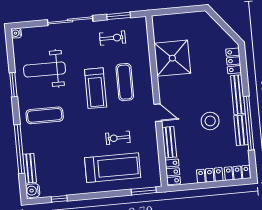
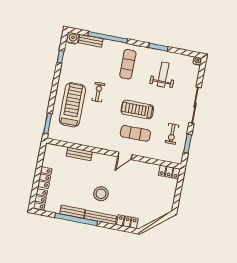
shower: (172, 58) -> (143, 175), removed
weight bench: (45, 69) -> (163, 75), width x0.73, depth x0.75
door: (158, 113) -> (125, 156), moved
stool: (210, 121) -> (101, 194), moved
exercise bike: (118, 138) -> (98, 92), moved
treadmill: (113, 168) -> (72, 105), turned 180
locker: (173, 172) -> (169, 172), moved

